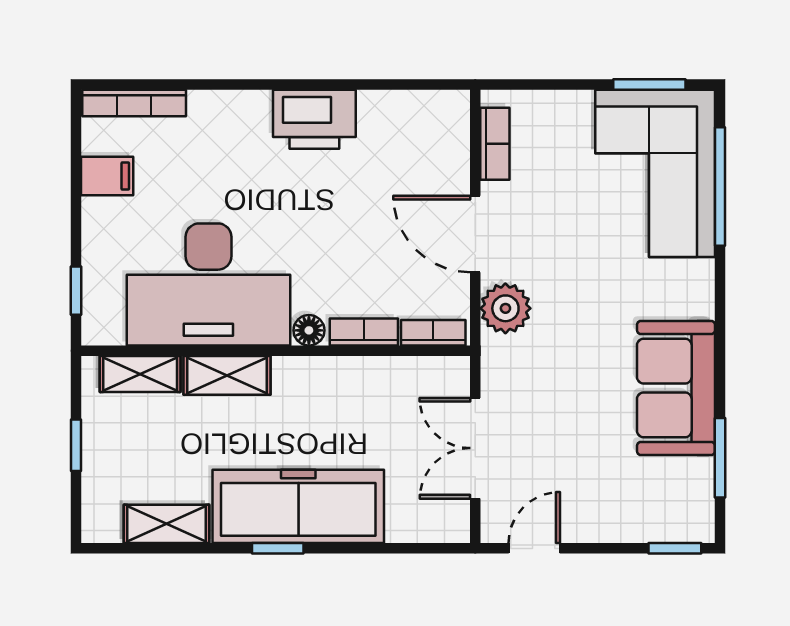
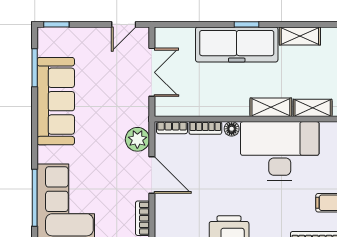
sofa: (676, 388) -> (56, 101), width x1.36

